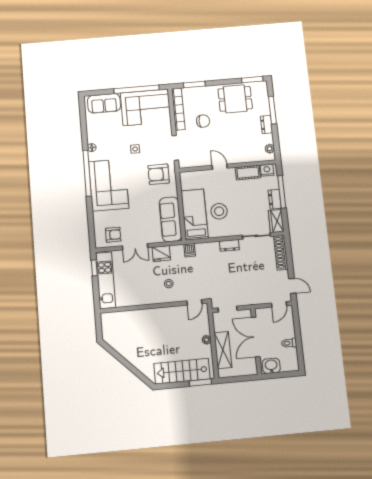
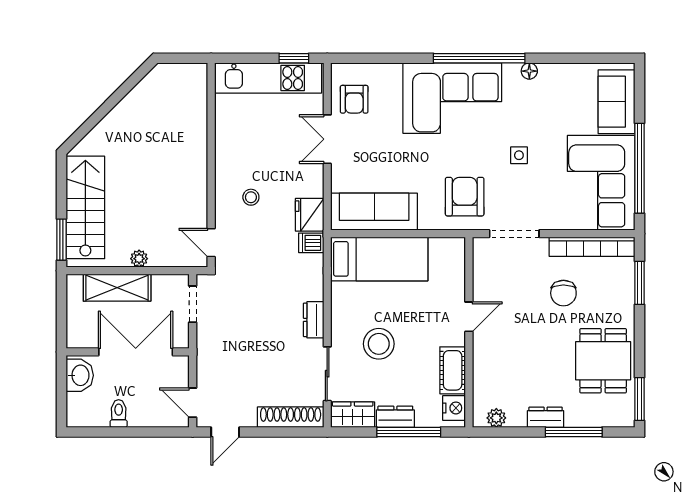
stool: (219, 211) -> (379, 344), moved
fridge: (161, 254) -> (310, 215), moved

